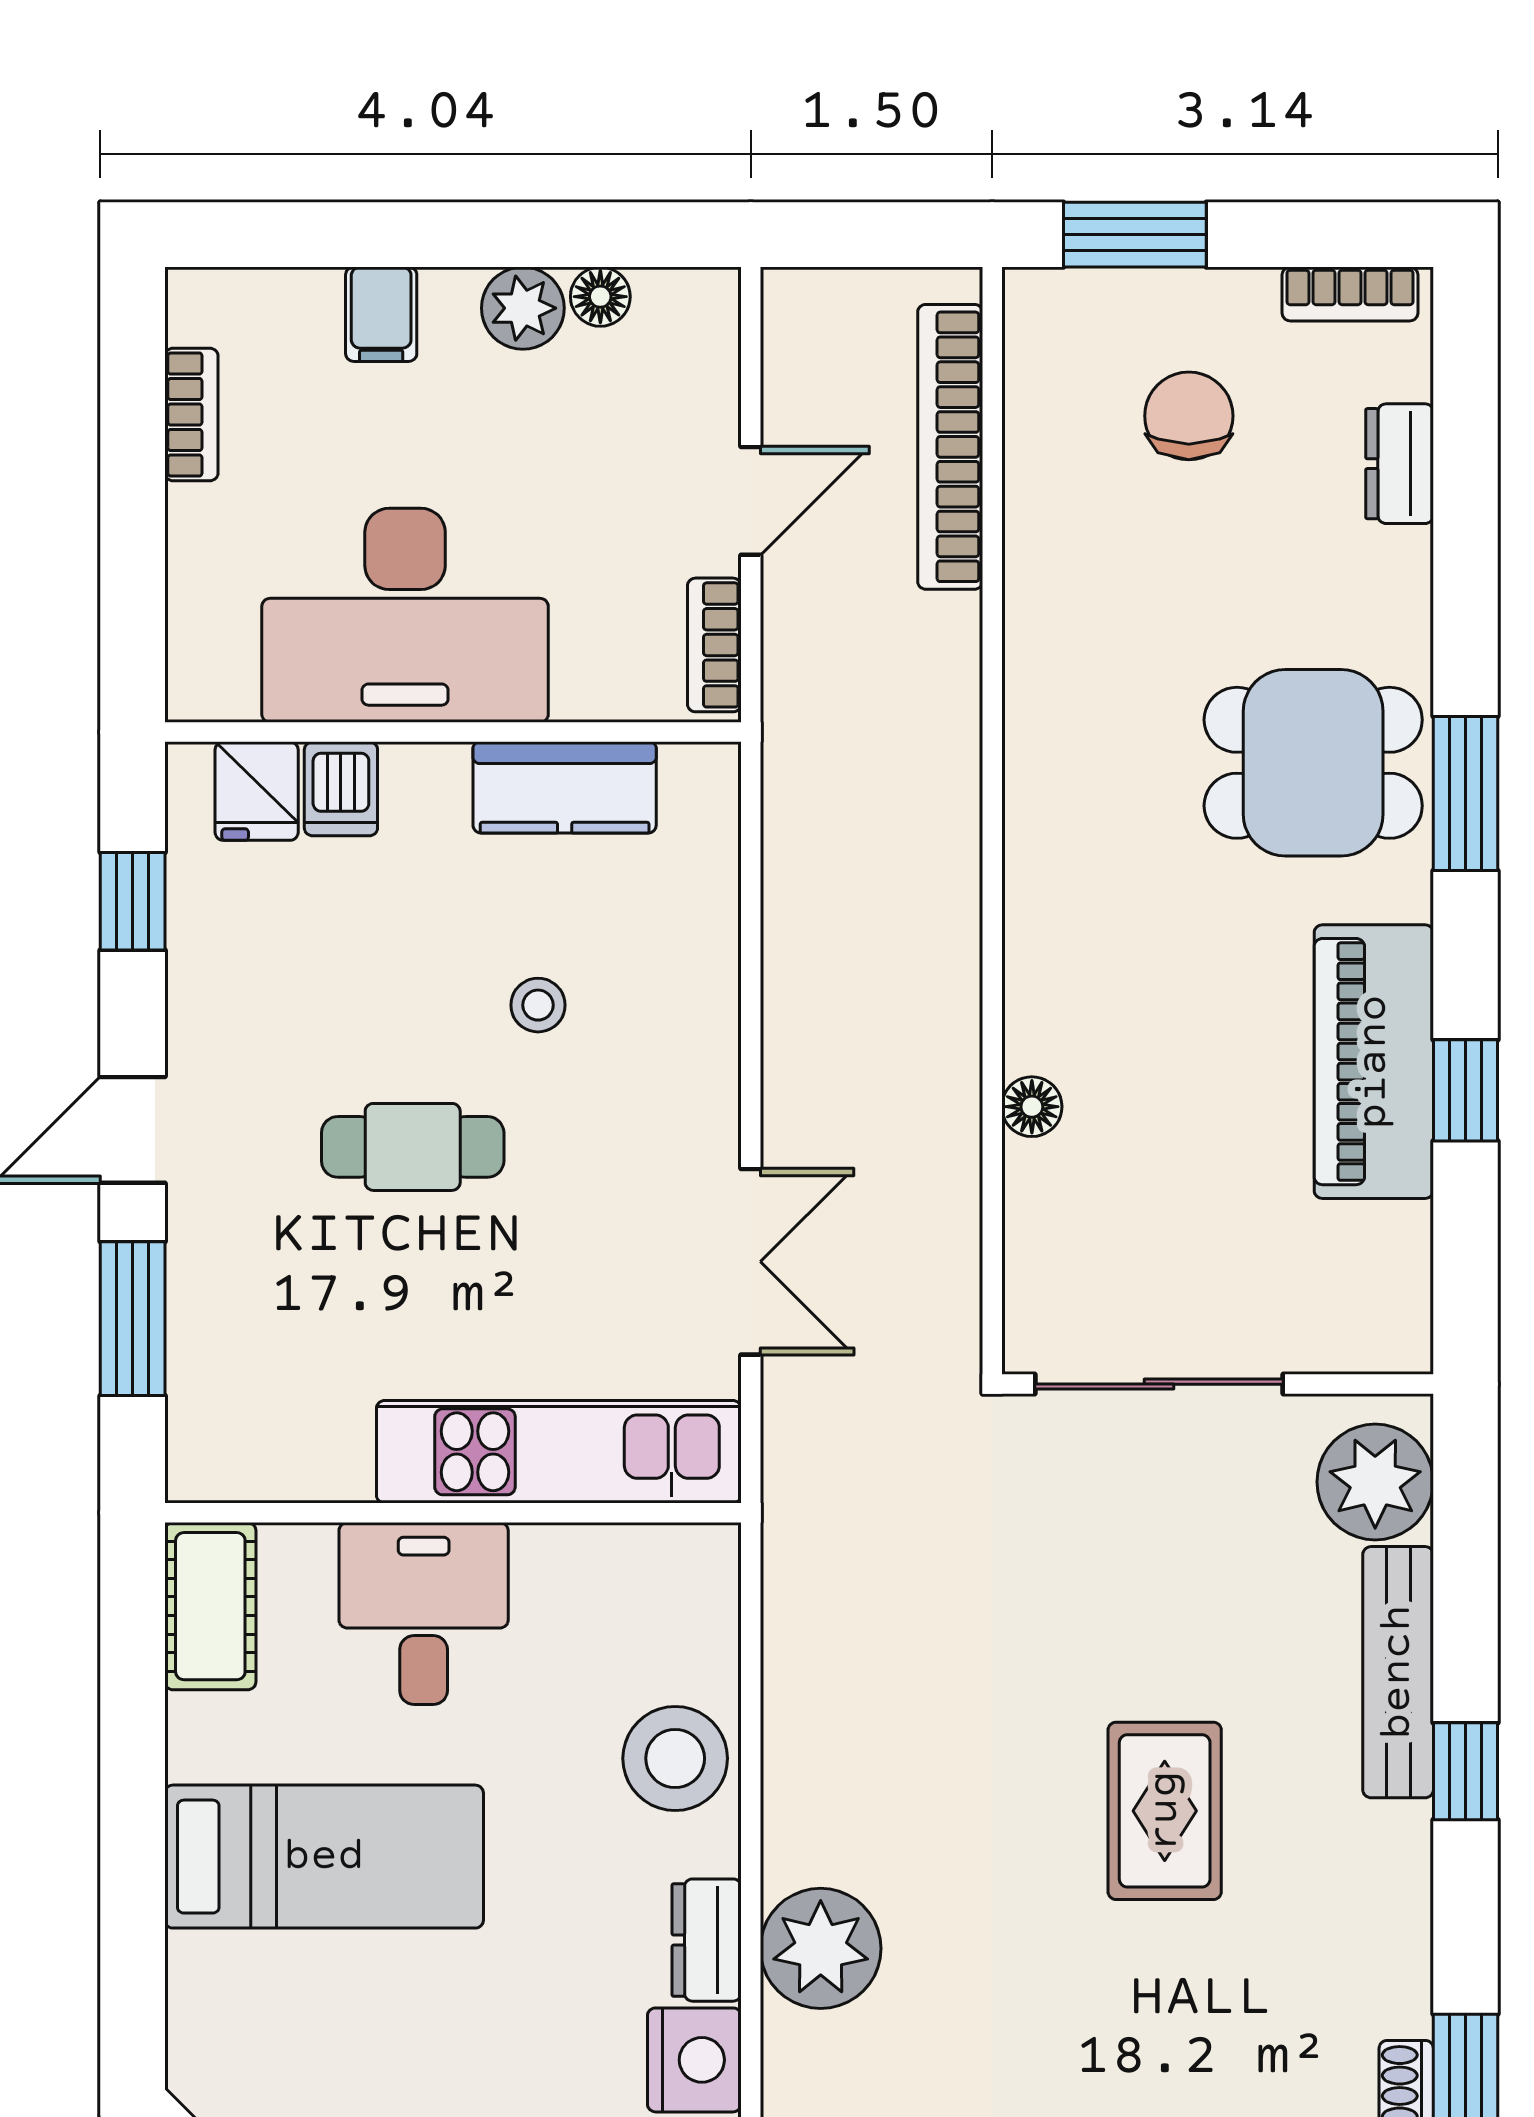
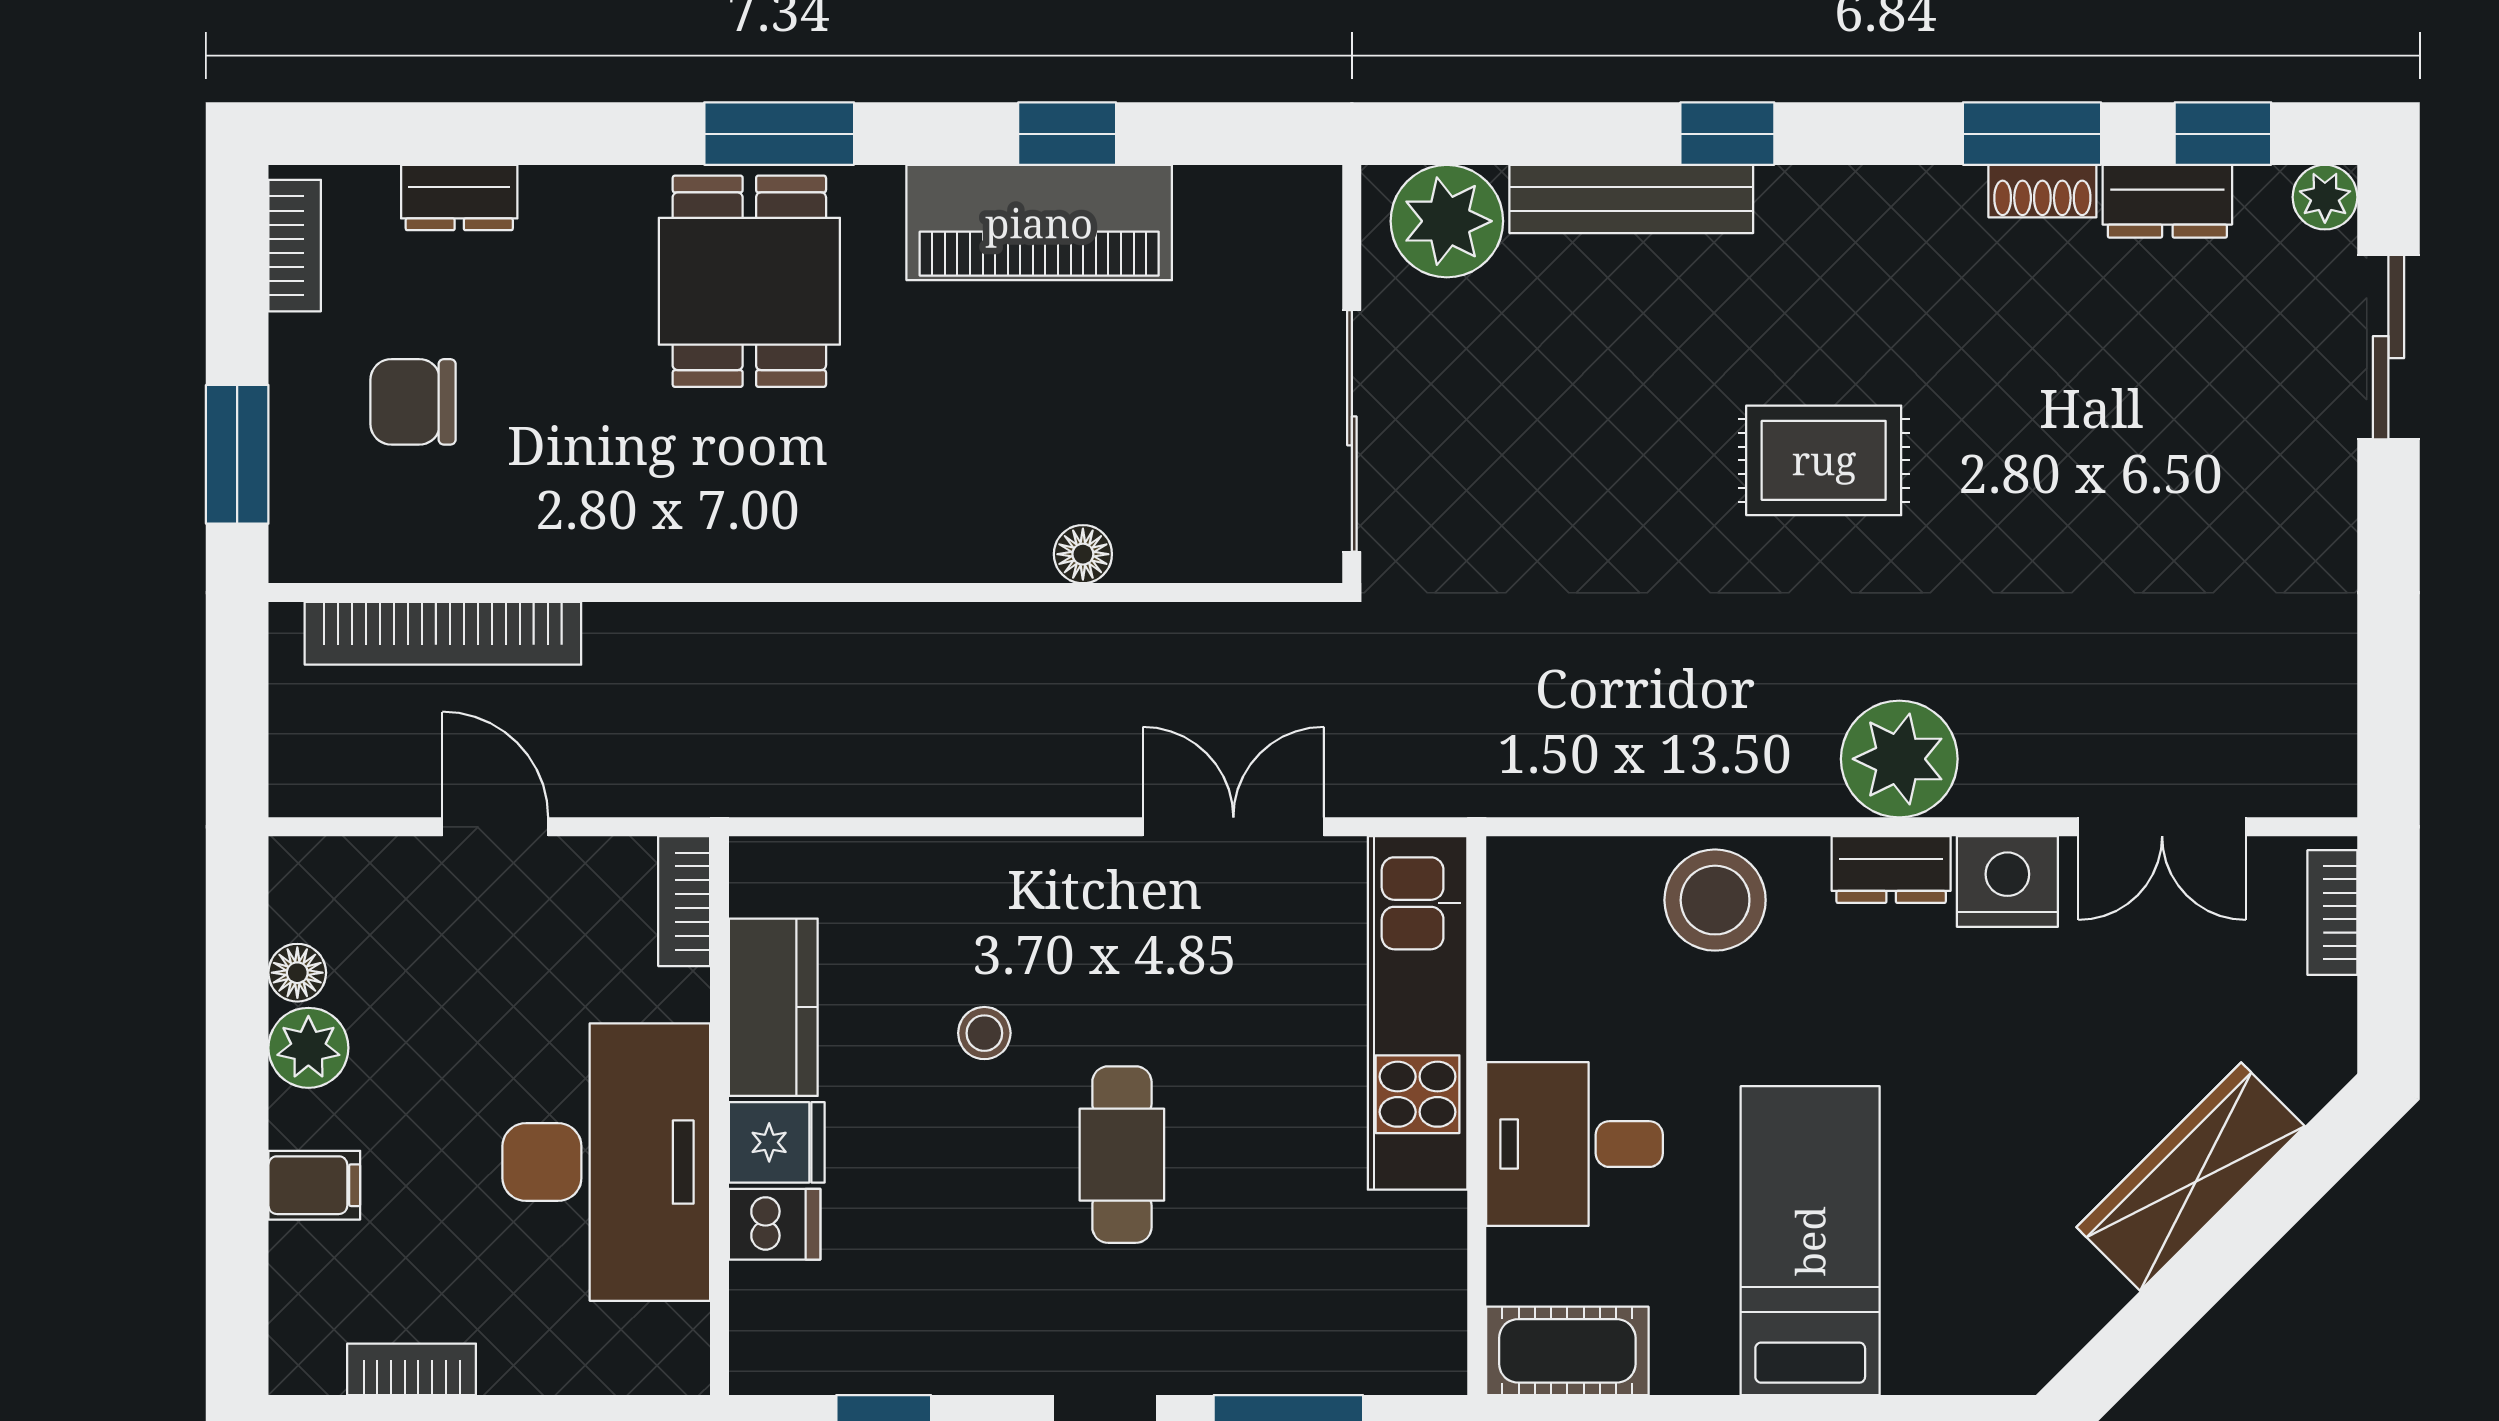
bookcase: (714, 645) -> (684, 901), moved, turned 90
fridge: (257, 791) -> (777, 1142), moved
rug: (1165, 1811) -> (1824, 460), moved

